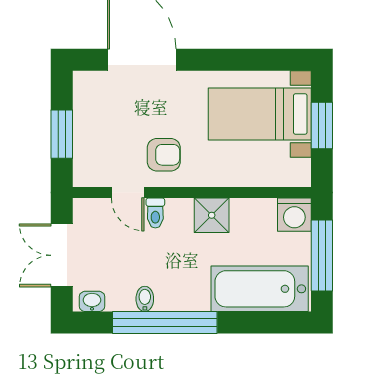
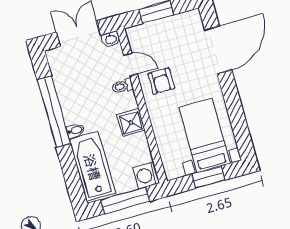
door: (128, 192) -> (131, 65), swing flipped
bidet: (145, 299) -> (75, 130), moved
washbasin: (92, 301) -> (111, 39), moved, turned 90

